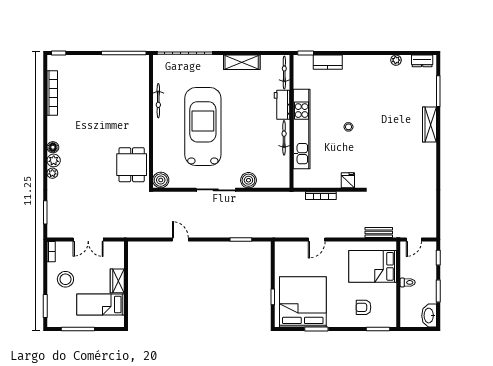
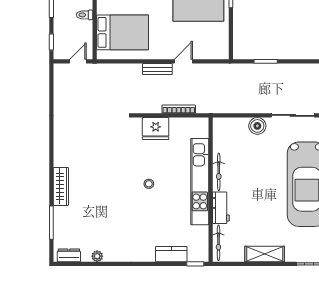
fridge: (348, 180) -> (156, 129), width x1.88, depth x1.34
bench: (379, 233) -> (157, 69), moved

